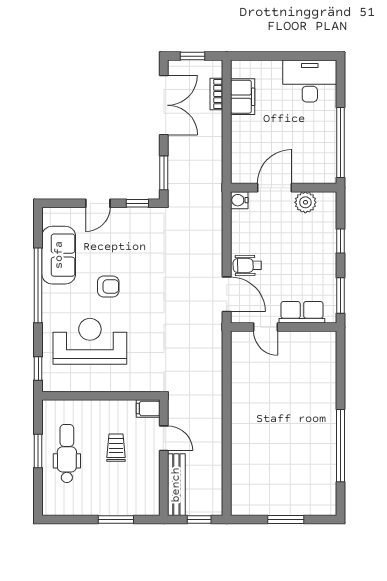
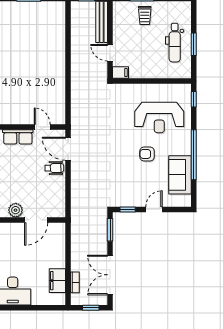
water cooler: (239, 200) -> (60, 212), removed
trolley: (116, 448) -> (145, 16), moved

